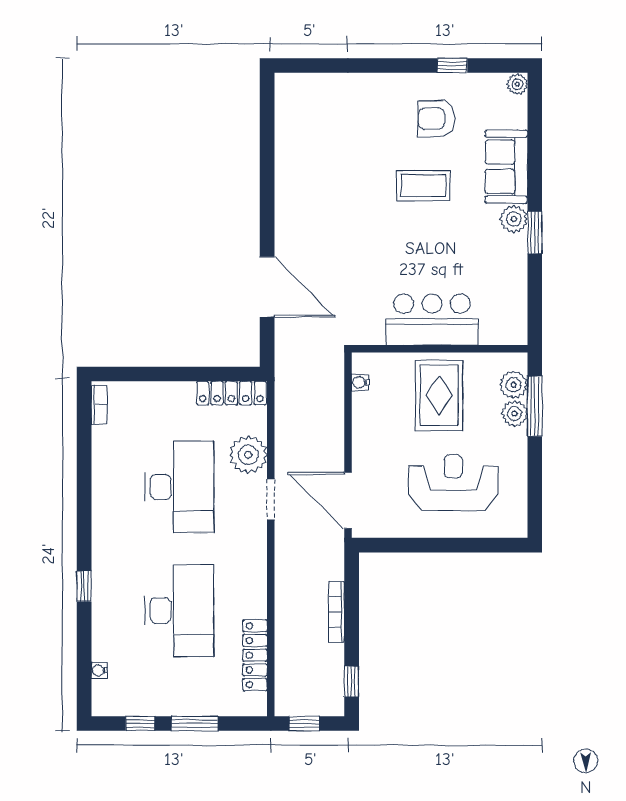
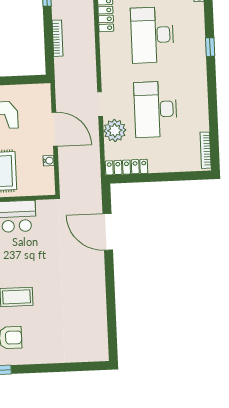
water cooler: (360, 382) -> (49, 161), moved
bookcase: (99, 405) -> (206, 150), width x1.56
door: (348, 501) -> (55, 129), moved

